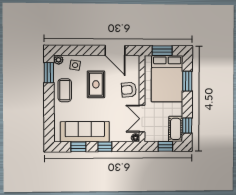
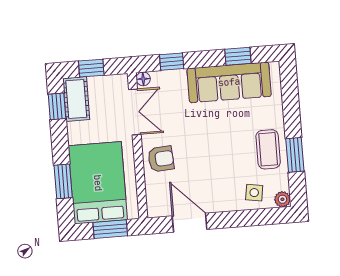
window: (49, 73) -> (295, 155), moved
rug: (96, 84) -> (217, 163), removed
window: (105, 147) -> (172, 62), moved

